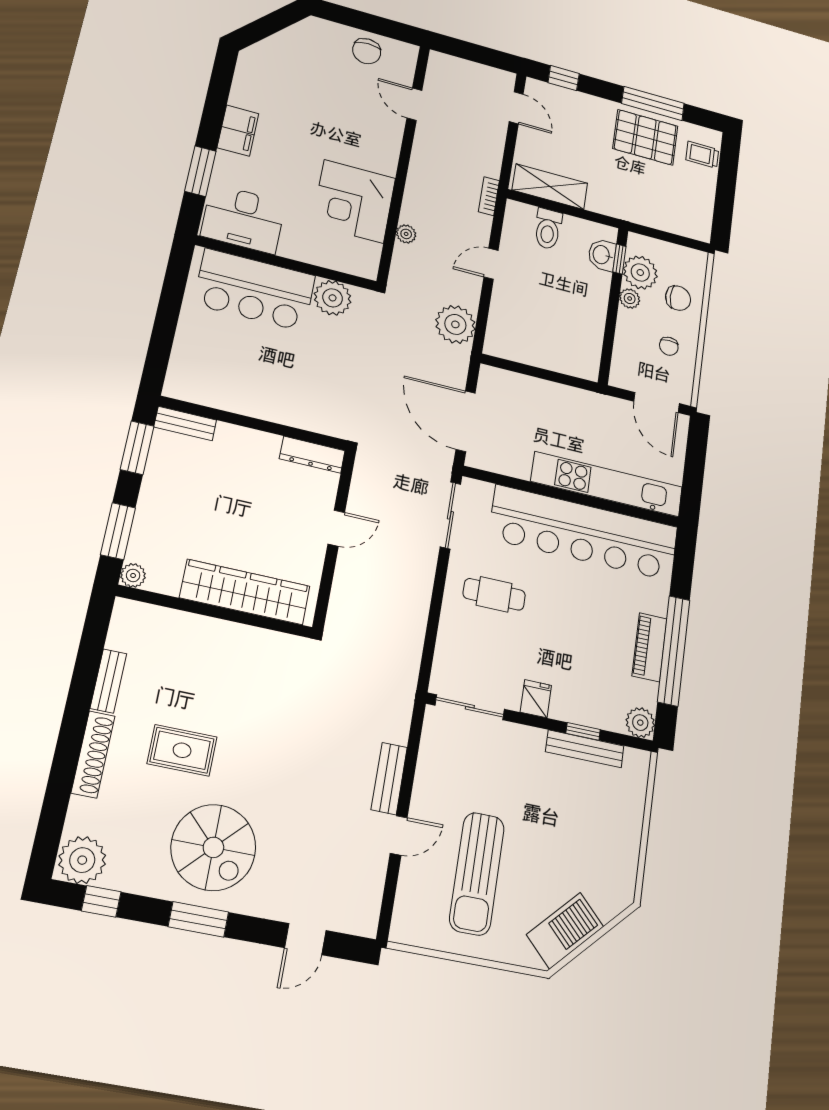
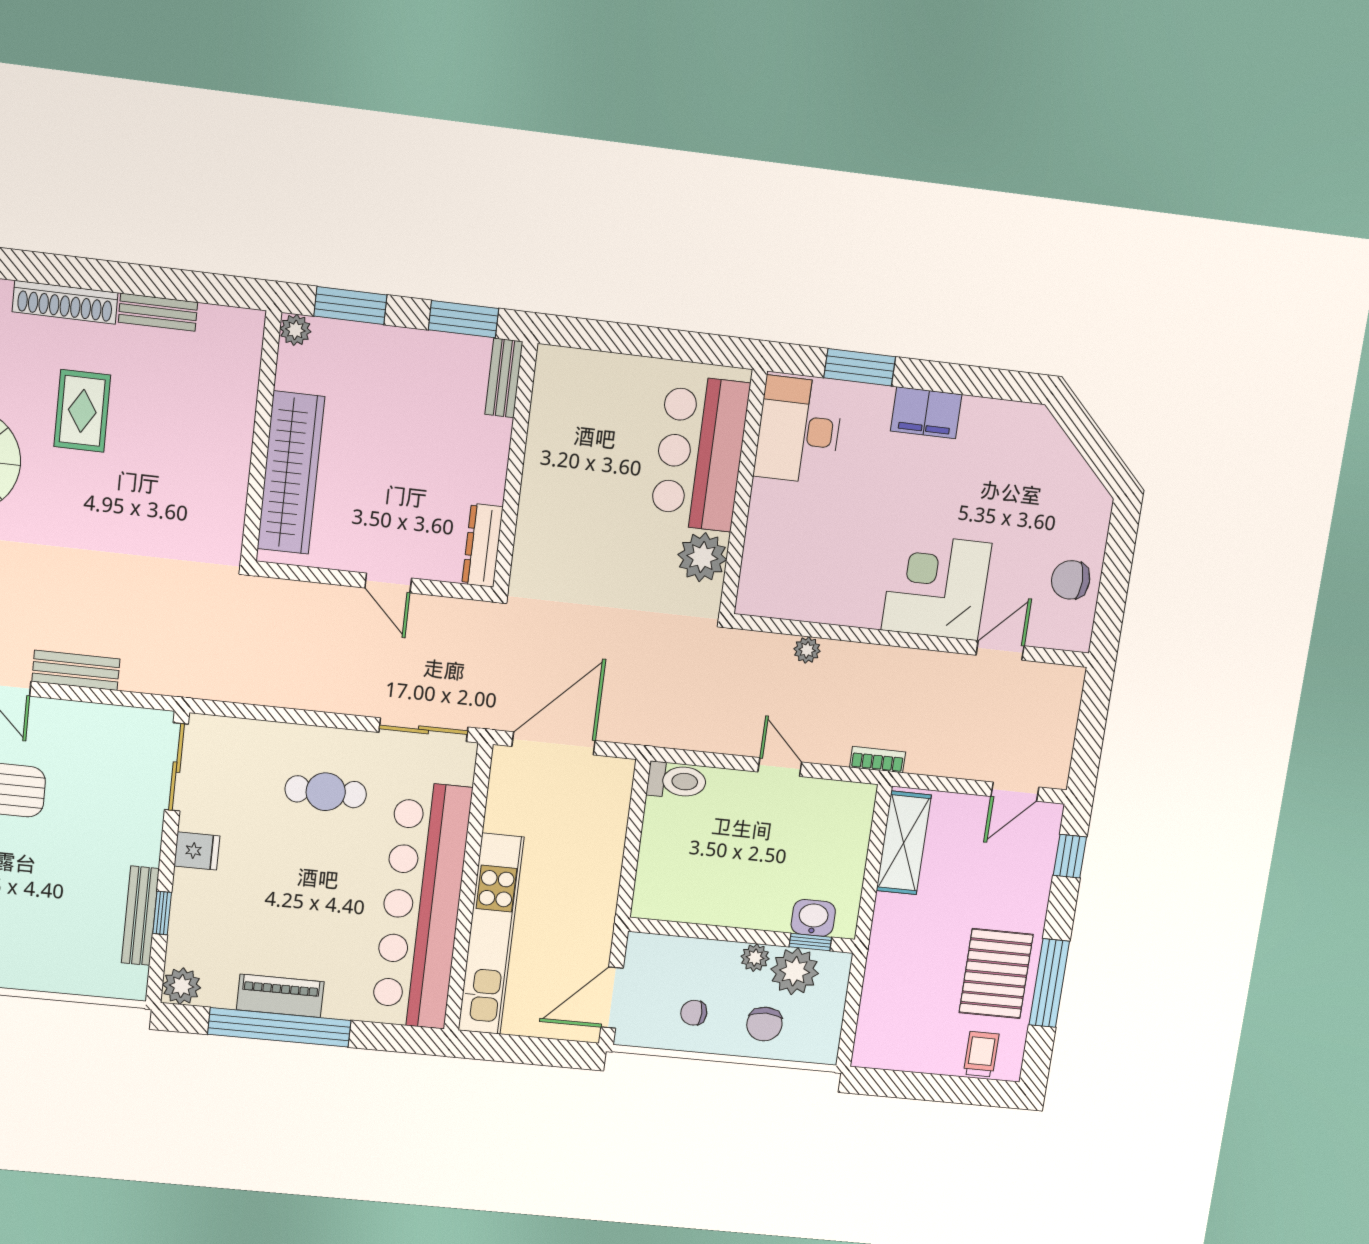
corner desk: (354, 201) -> (936, 587), moved
toilet: (548, 229) -> (677, 781), moved, turned 180
plant: (455, 324) -> (687, 723), removed
cafe table: (494, 594) -> (326, 792), turned 90

